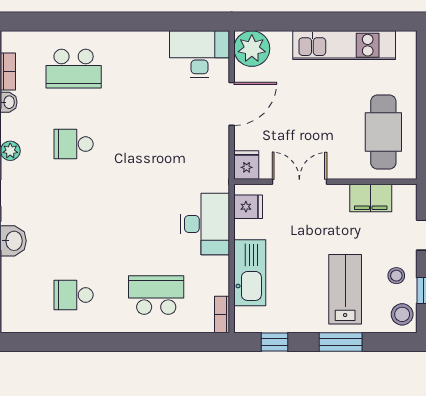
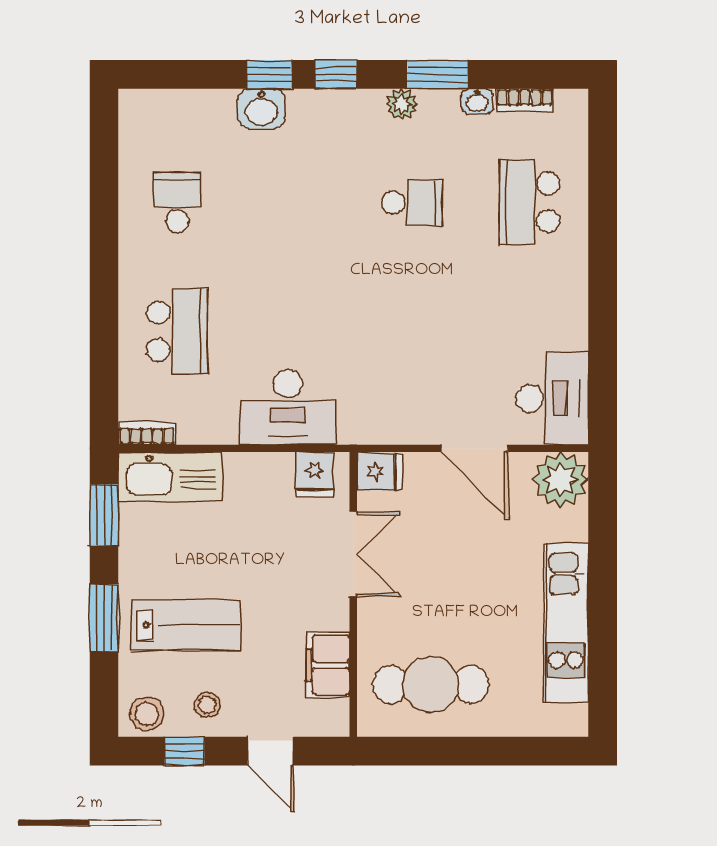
school desk: (74, 144) -> (412, 202), turned 90
kitchen sink: (250, 273) -> (170, 477), moved
window: (275, 342) -> (104, 515), width x1.50

